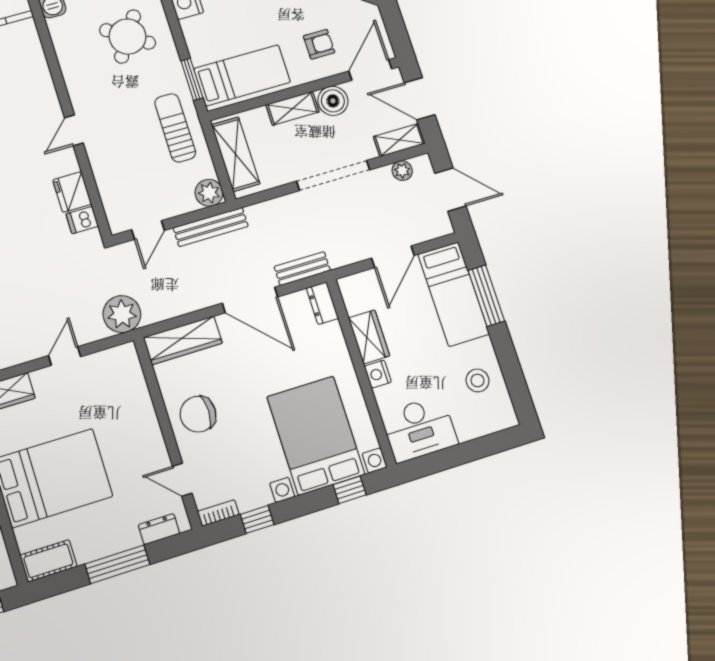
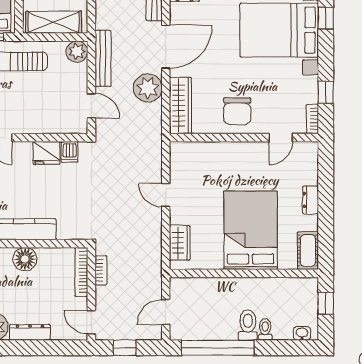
plant: (122, 314) -> (148, 88), moved
dresser: (159, 529) -> (310, 200), moved
window: (117, 564) -> (326, 202), removed

